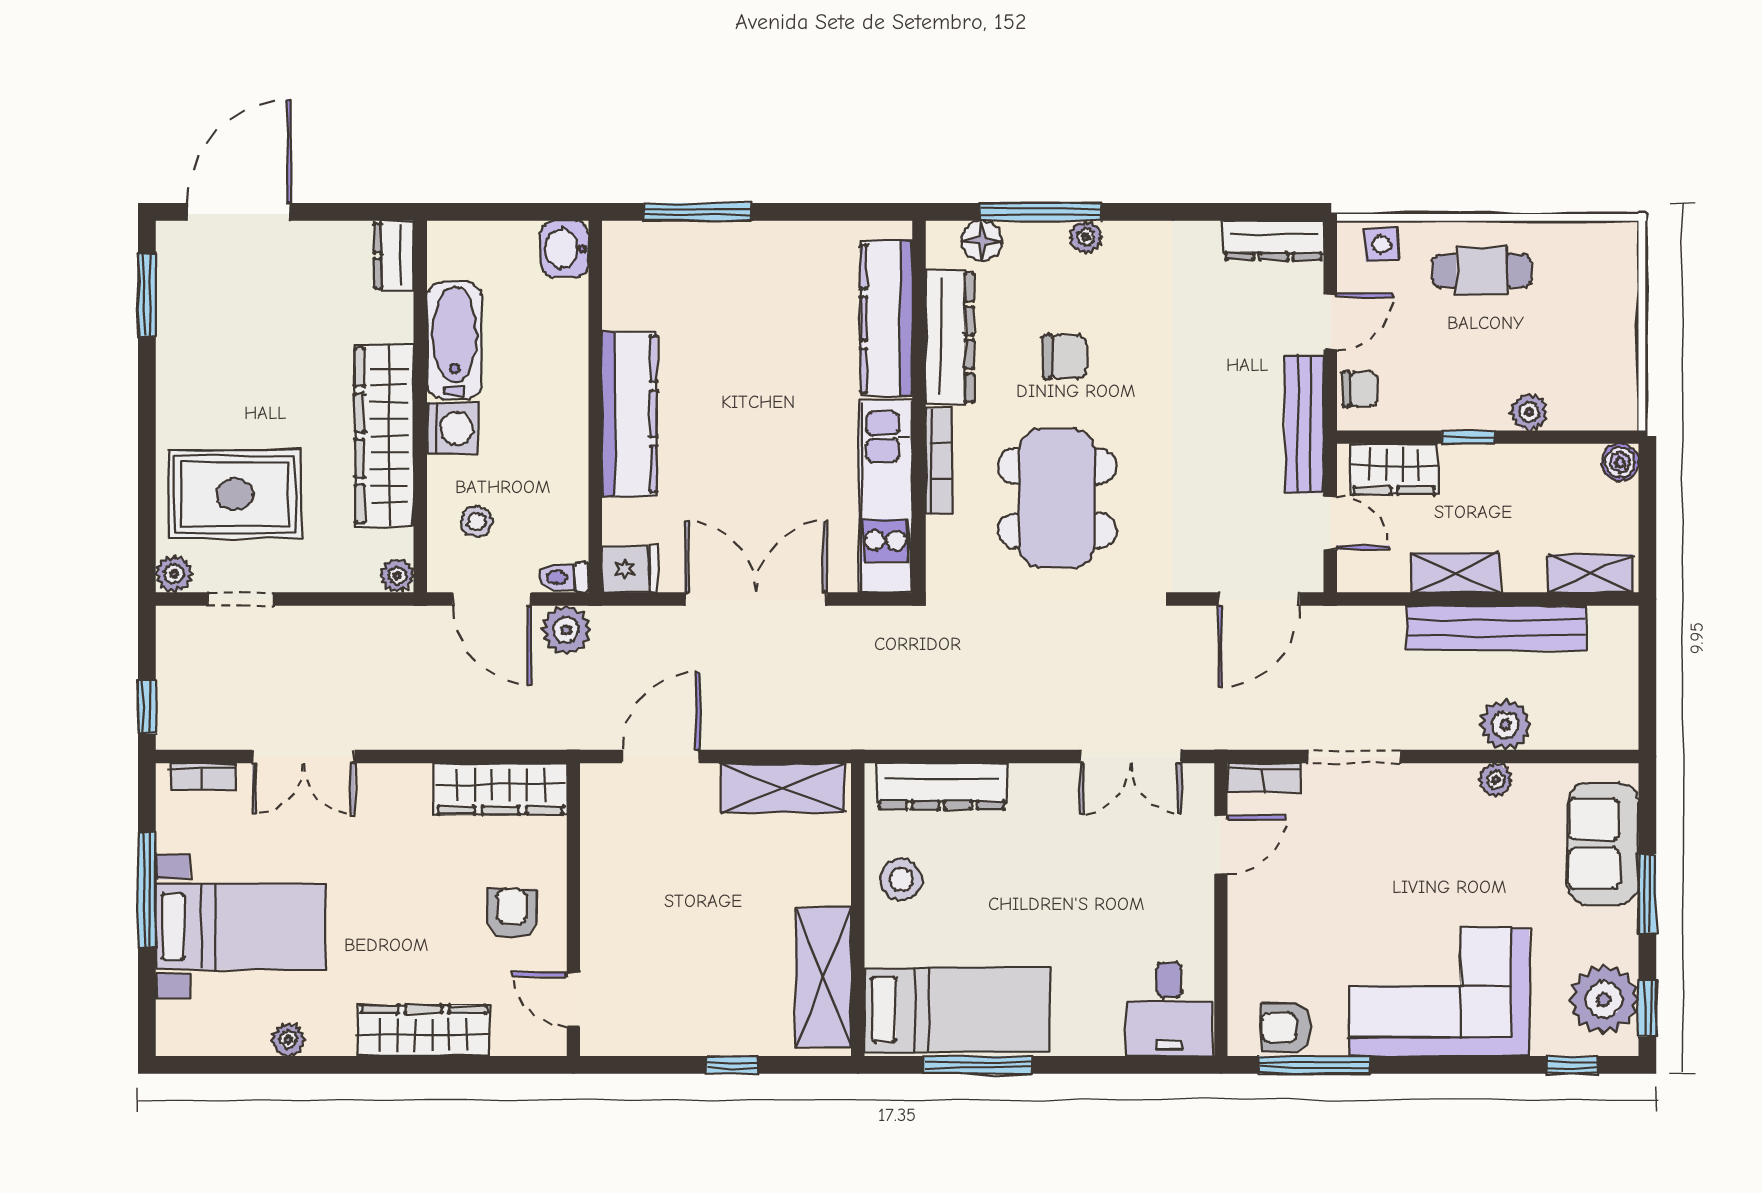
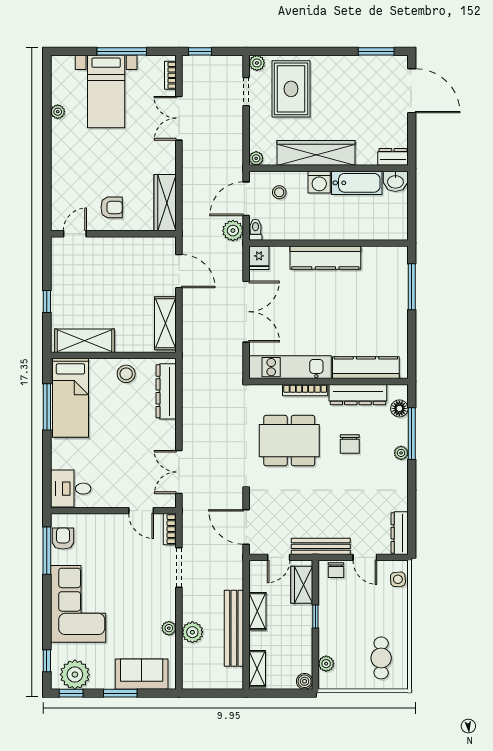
washbasin: (565, 249) -> (395, 181), moved, turned 180
cafe table: (1482, 271) -> (381, 658), moved
plant: (1529, 412) -> (326, 664), moved
wardrobe: (423, 1031) -> (62, 170), removed

